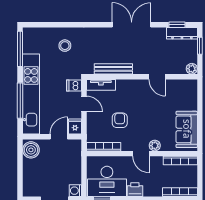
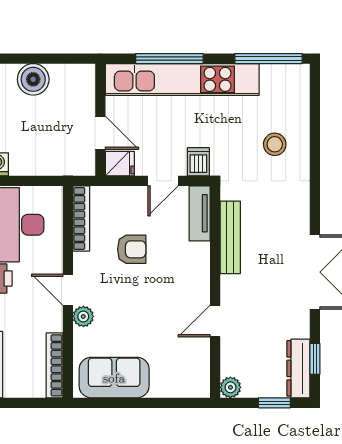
boiler: (31, 150) -> (33, 79), moved
door: (141, 154) -> (68, 290), hinge flipped

